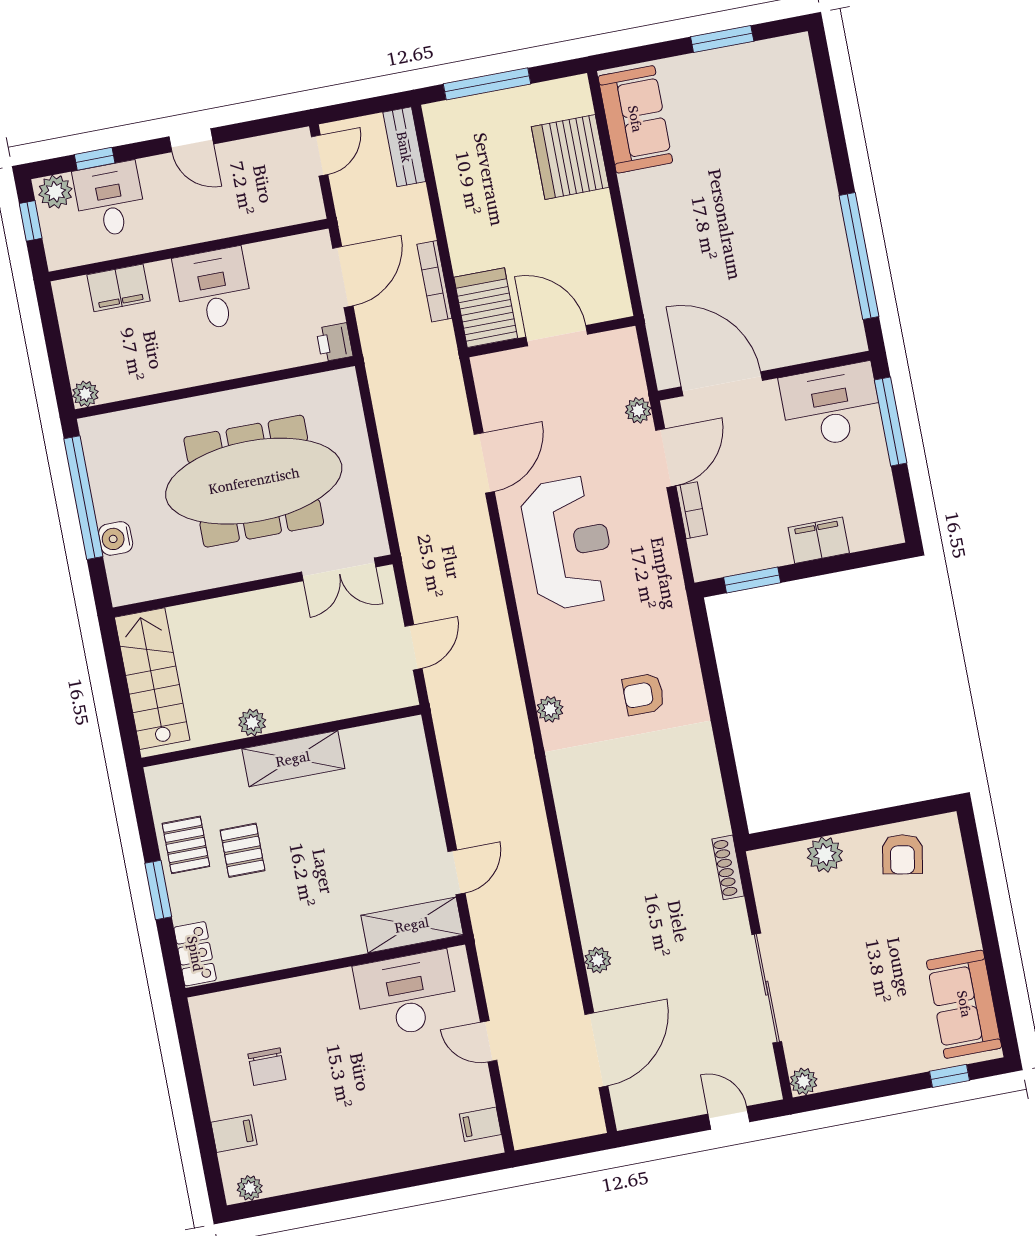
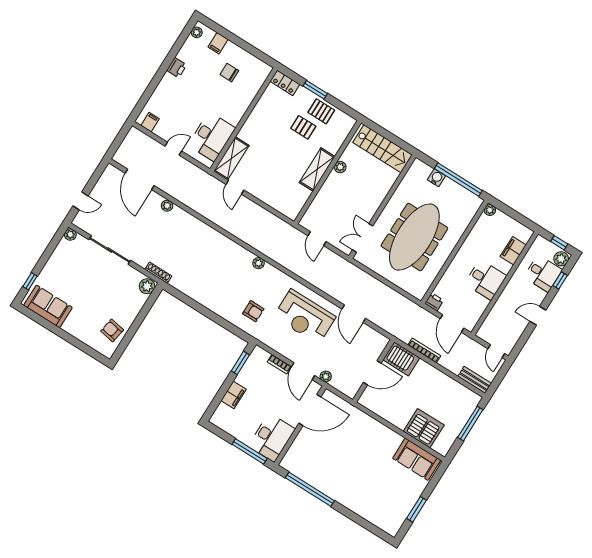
armchair: (644, 694) -> (253, 311), moved, turned 90
plant: (825, 855) -> (147, 286), moved
printer: (343, 1166) -> (177, 68), added

